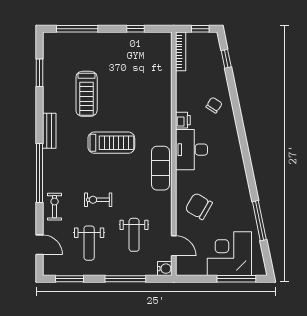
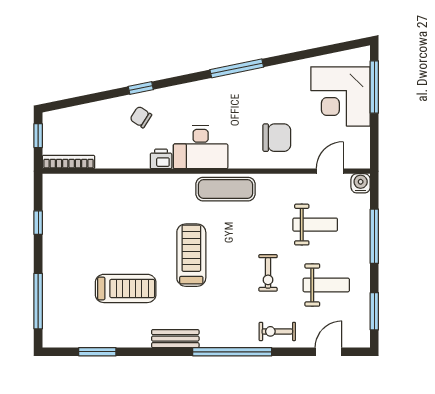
window: (226, 59) -> (141, 88), moved
chair: (199, 206) -> (277, 138), turned -120
window: (259, 221) -> (237, 68), moved

